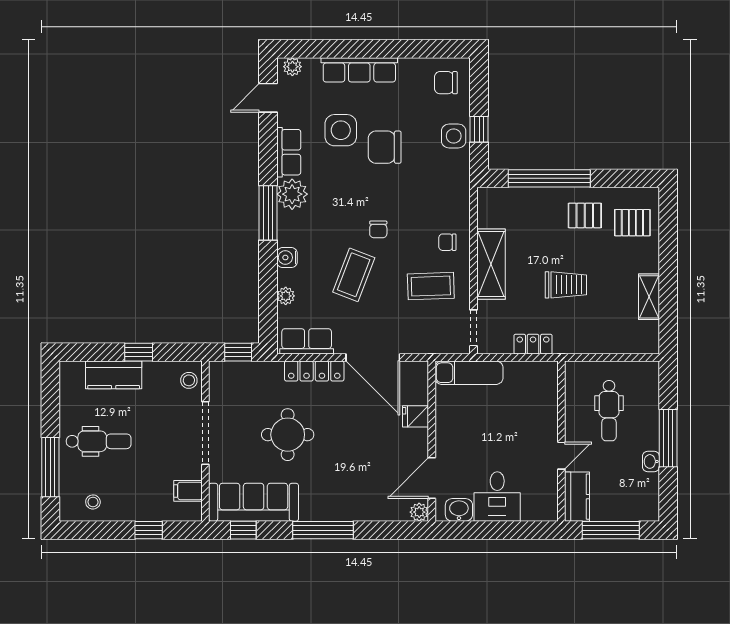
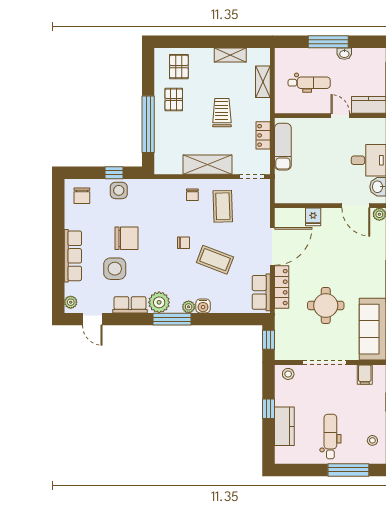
chair: (385, 147) -> (126, 238), turned -90
plant: (286, 296) -> (189, 307), moved
shelving: (610, 344) -> (263, 82), added
exam couch: (469, 373) -> (283, 147), moved

